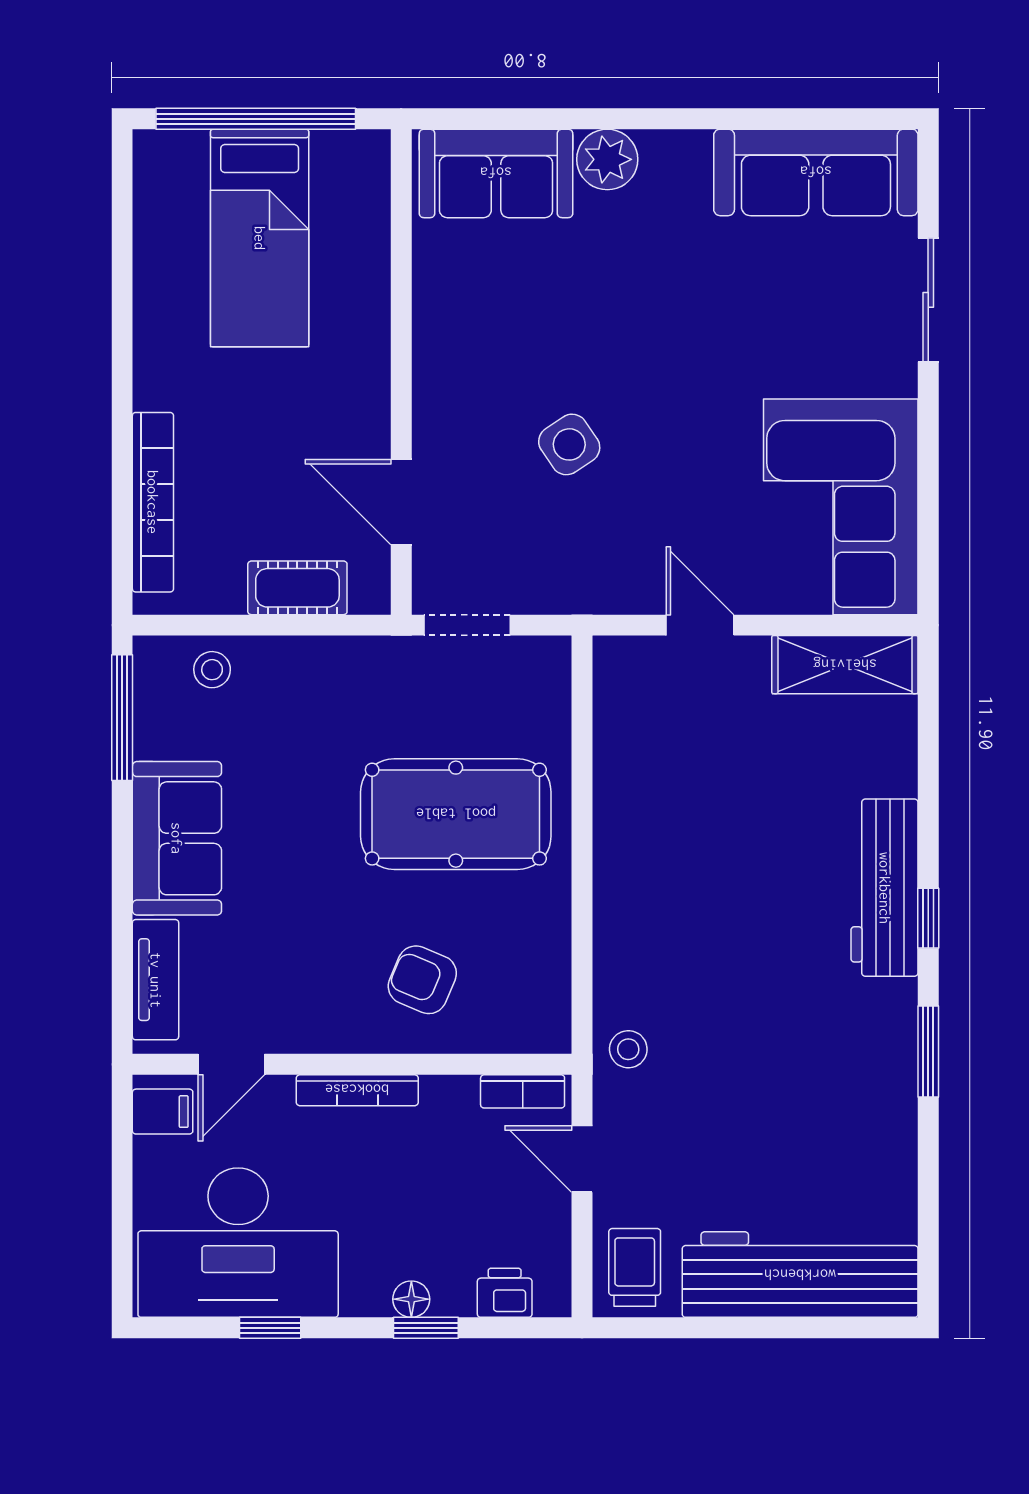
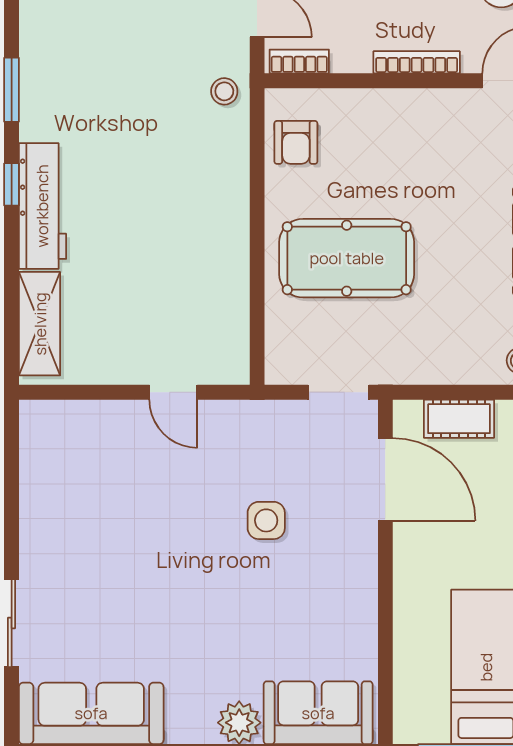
side table: (569, 444) -> (266, 520), turned 34
door: (401, 502) -> (385, 480), width x1.36
corner sofa: (841, 507) -> (74, 476), removed
shelving: (845, 665) -> (40, 324), moved, turned 90
armchair: (422, 980) -> (296, 142), moved, turned 67

